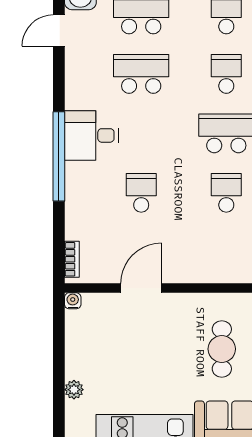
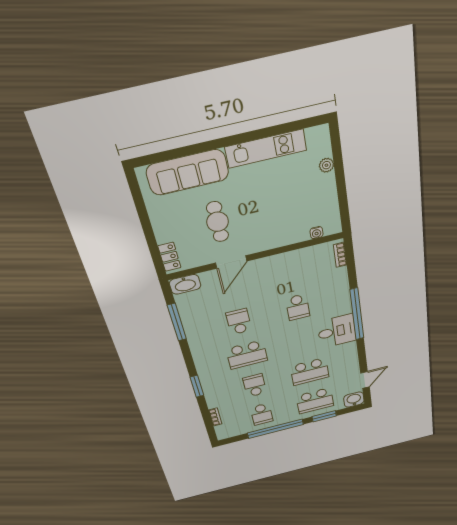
school desk: (226, 74) -> (255, 385), turned 180
school desk: (226, 193) -> (239, 322), turned 180
door: (141, 288) -> (231, 262), moved
water cooler: (73, 301) -> (316, 233), moved

